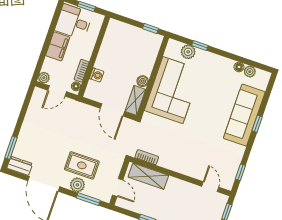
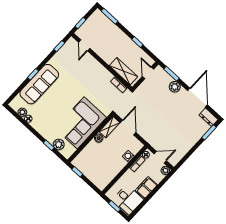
rug: (82, 165) -> (166, 99), removed

